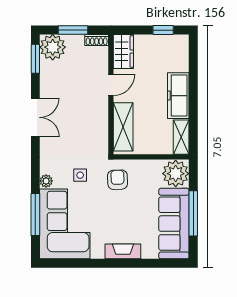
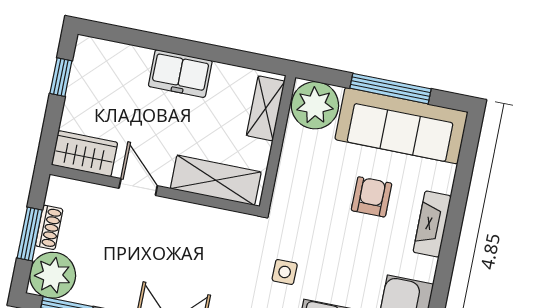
shoe rack: (97, 40) -> (49, 227), moved
freezer: (178, 96) -> (180, 74), width x0.71
shelving: (181, 137) -> (266, 108), moved, turned 90
armchair: (118, 180) -> (372, 197), moved, turned 92

